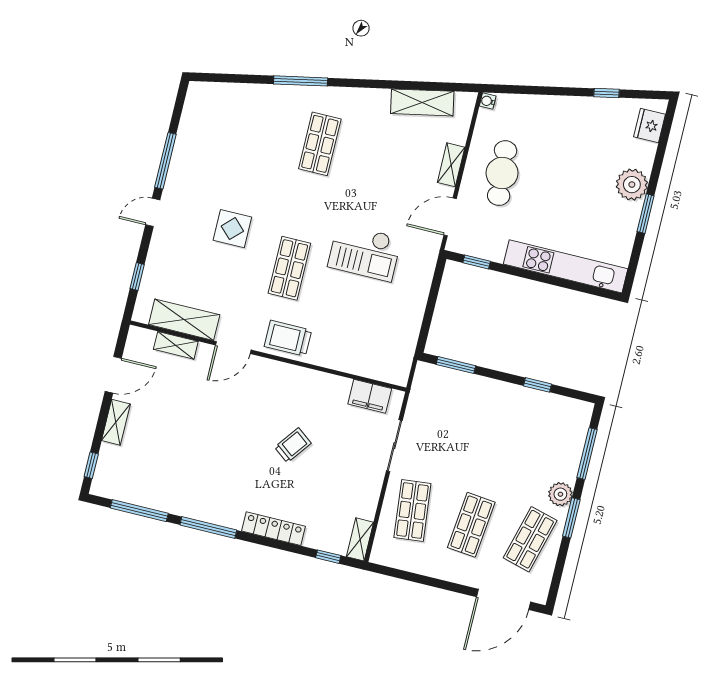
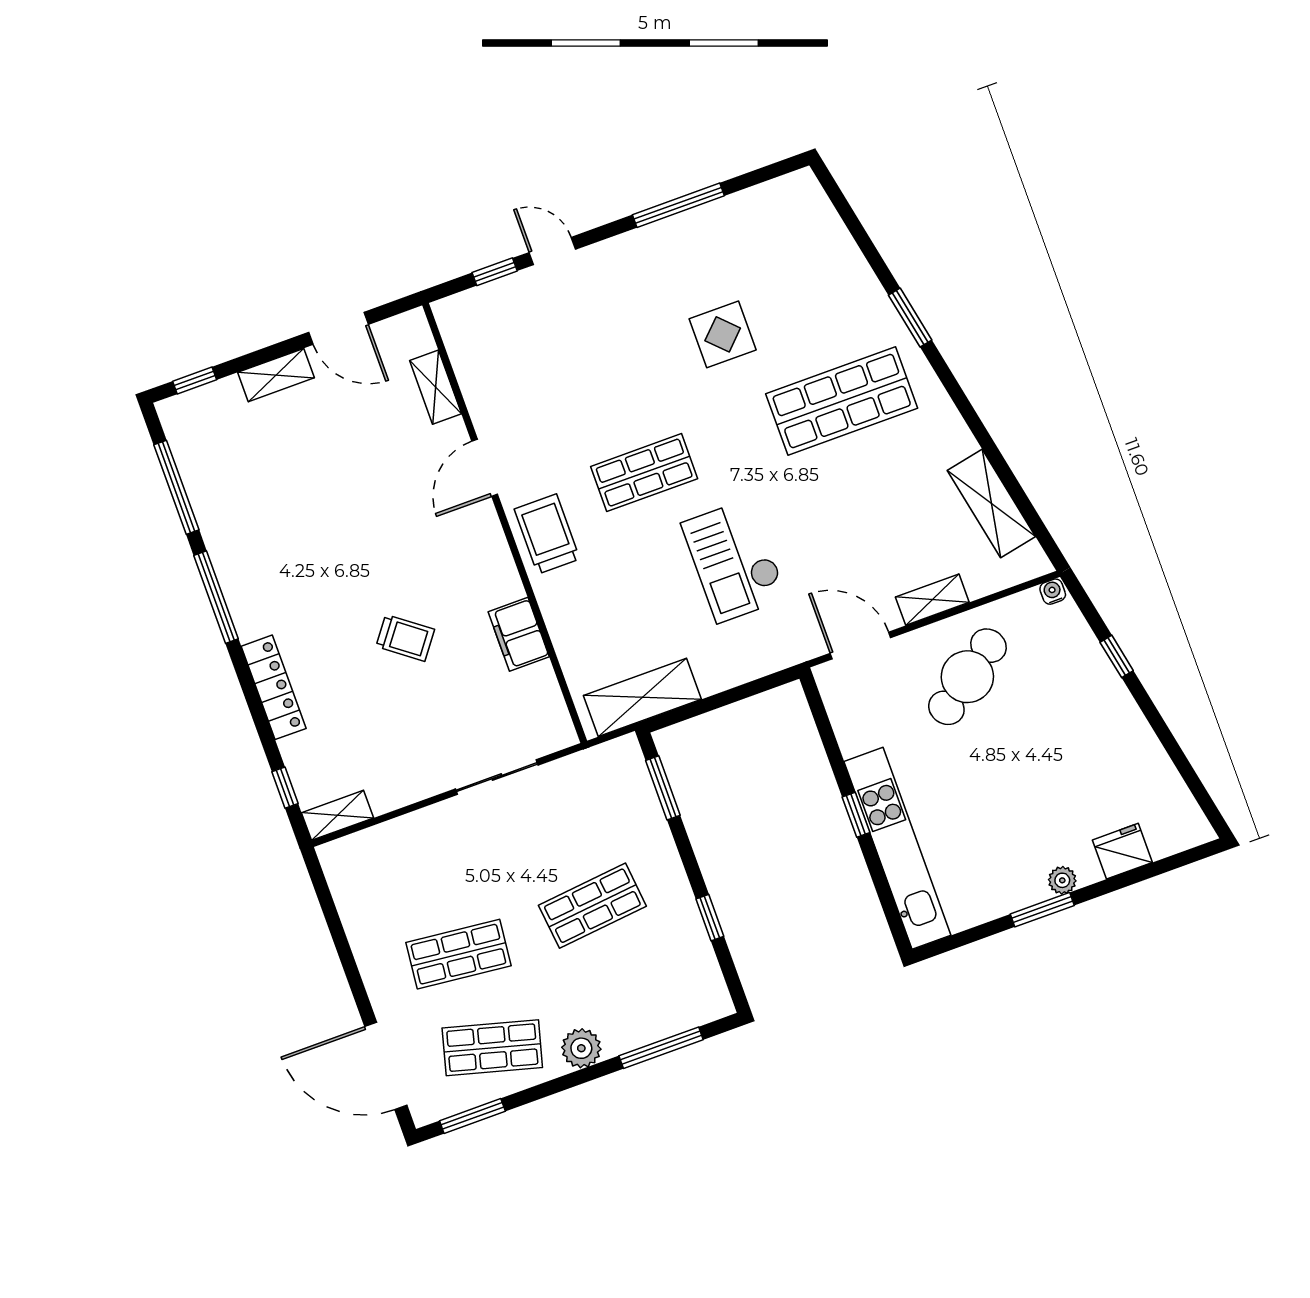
window: (301, 81) -> (910, 318), width x0.69
window: (606, 93) -> (1117, 656), moved
fridge: (650, 126) -> (1122, 851), moved
shop shelf: (320, 144) -> (842, 401), width x1.43, depth x1.36
cafe table: (502, 173) -> (967, 677), turned -31
plant: (632, 185) -> (1062, 880), width x0.53, depth x0.53
door: (153, 212) -> (552, 251), moved
display table: (232, 229) -> (723, 334), moved
window: (477, 262) -> (856, 815), moved
shelving: (184, 320) -> (642, 697), moved, turned 90
door: (233, 348) -> (485, 468), hinge flipped
filing cabinet: (370, 396) -> (519, 634), moved
shop shelf: (412, 510) -> (592, 906), moved
window: (571, 518) -> (472, 1116), moved

